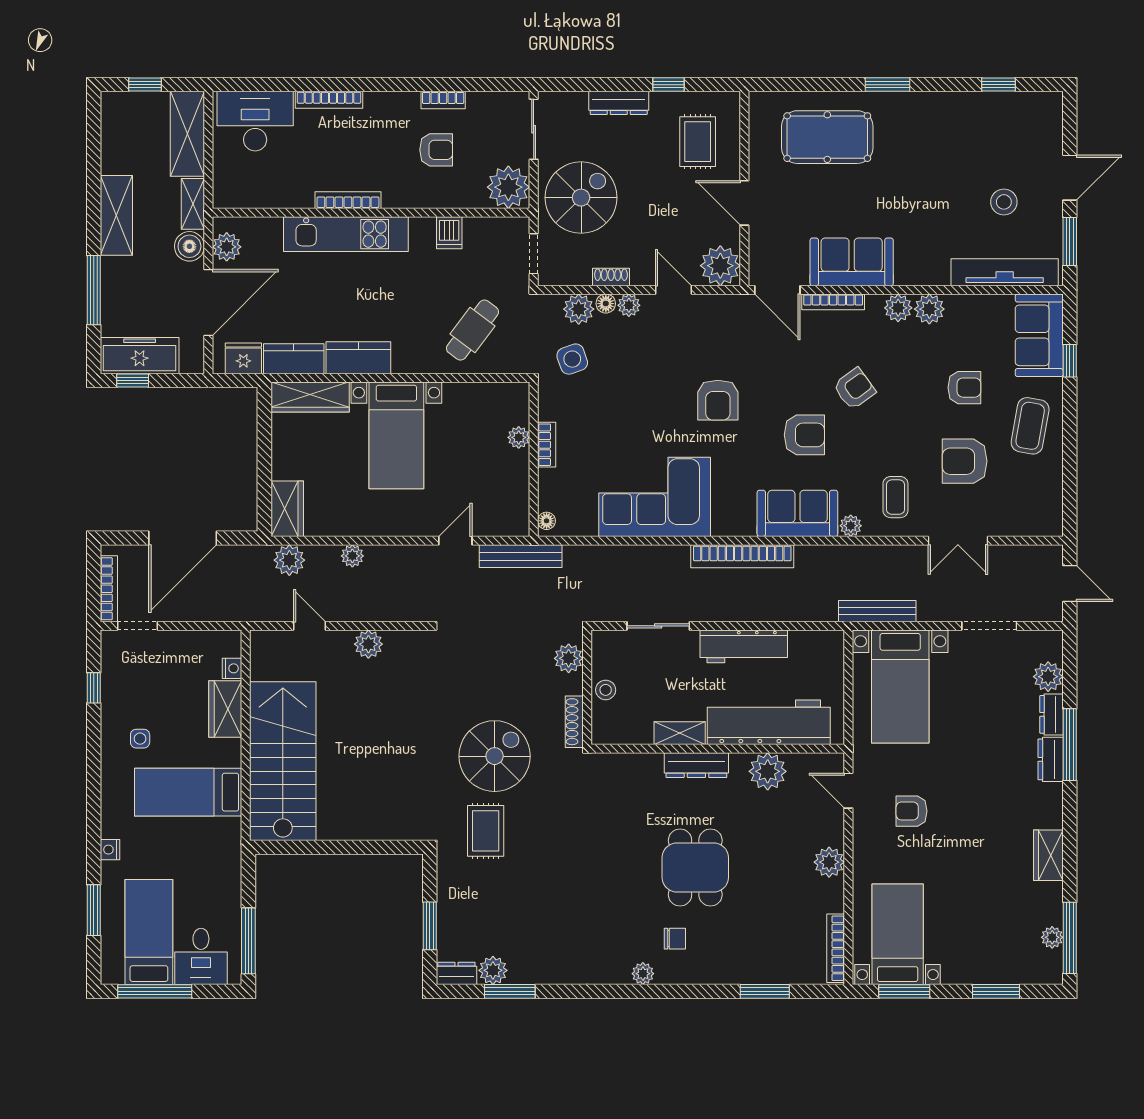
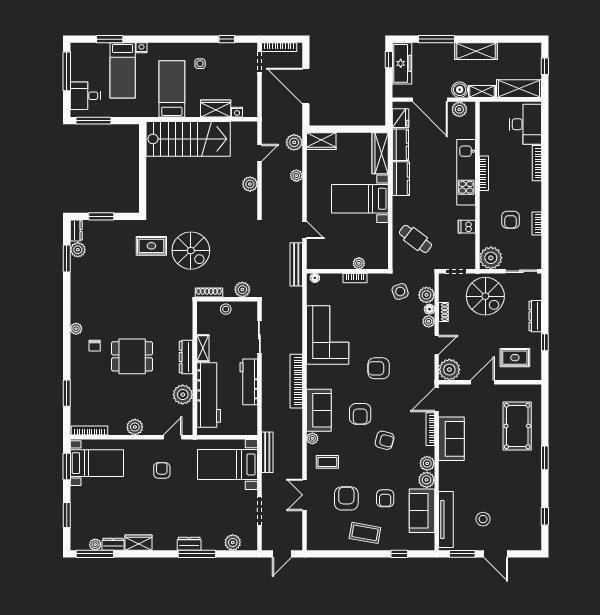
sofa: (1039, 335) -> (422, 511), moved, turned -90
armchair: (854, 389) -> (385, 440), turned -40
dresser: (1052, 714) -> (113, 544), moved
bed: (149, 932) -> (123, 70), moved, turned 90

